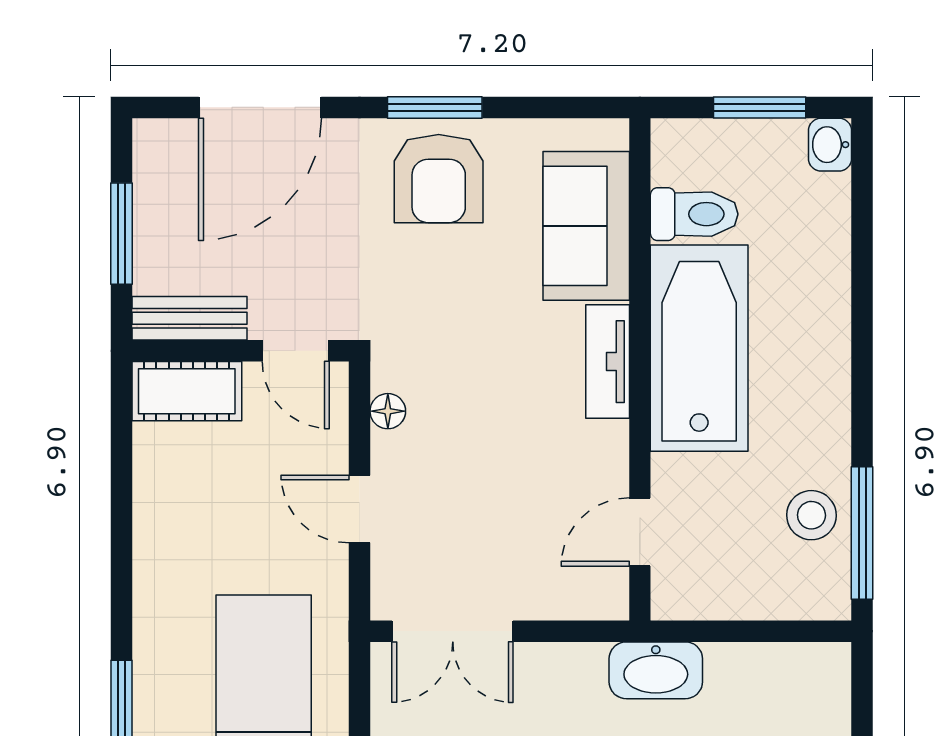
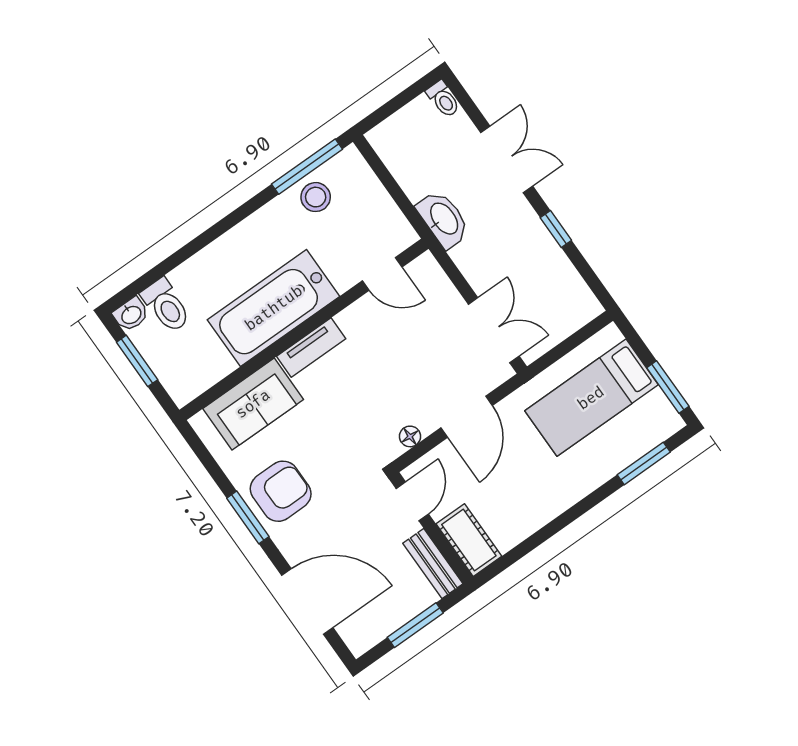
toilet: (694, 214) -> (166, 306), moved, turned 180
door: (360, 509) -> (467, 417), width x1.38

